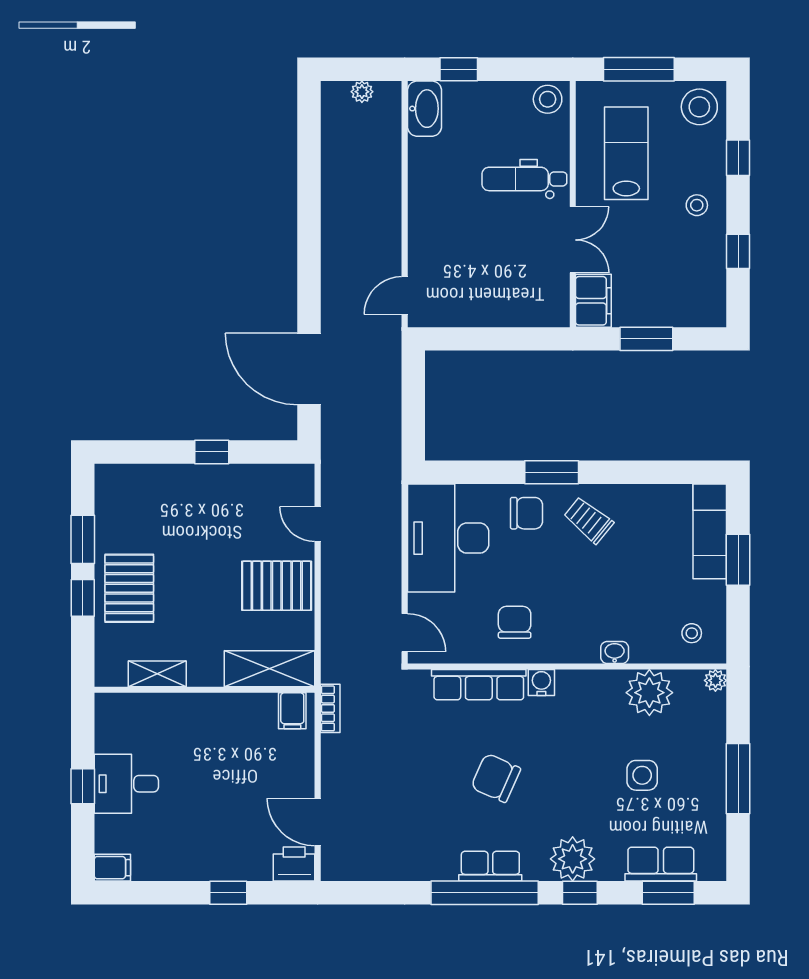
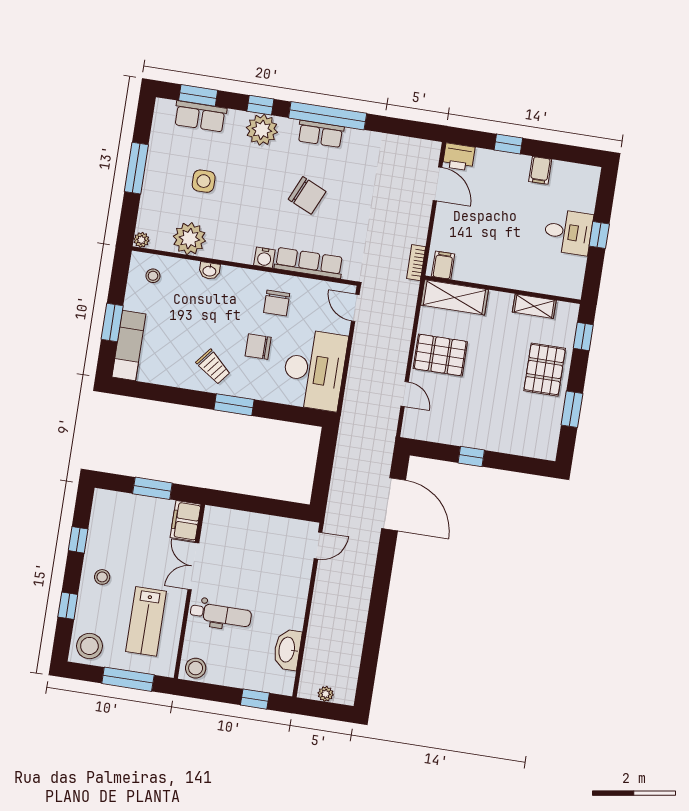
washbasin: (424, 109) -> (287, 650), moved
chair: (526, 513) -> (258, 347), moved
window: (83, 598) -> (583, 336), moved
filing cabinet: (112, 868) -> (540, 170), moved, turned -90

